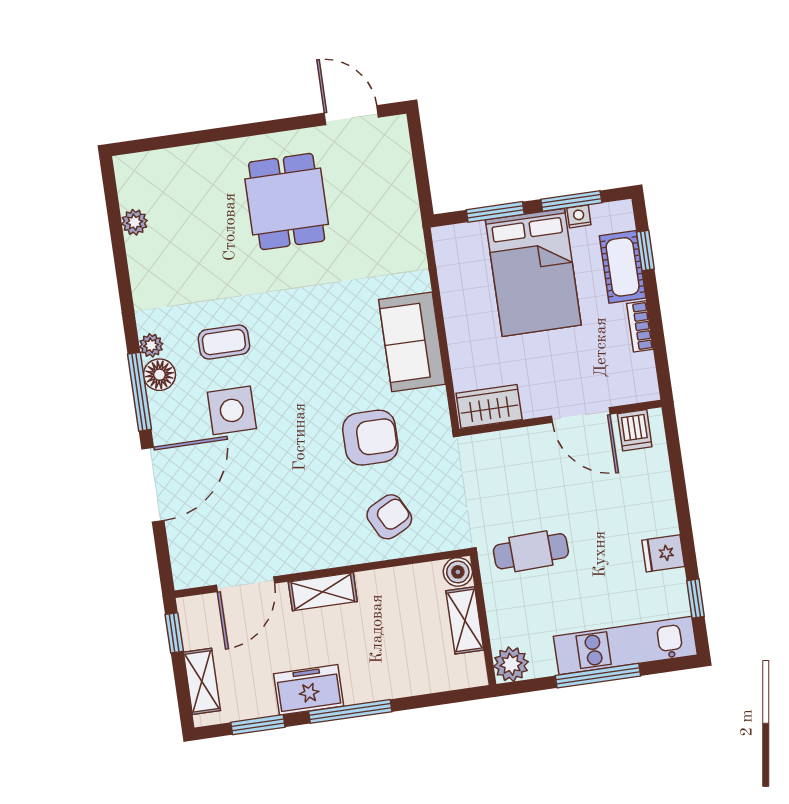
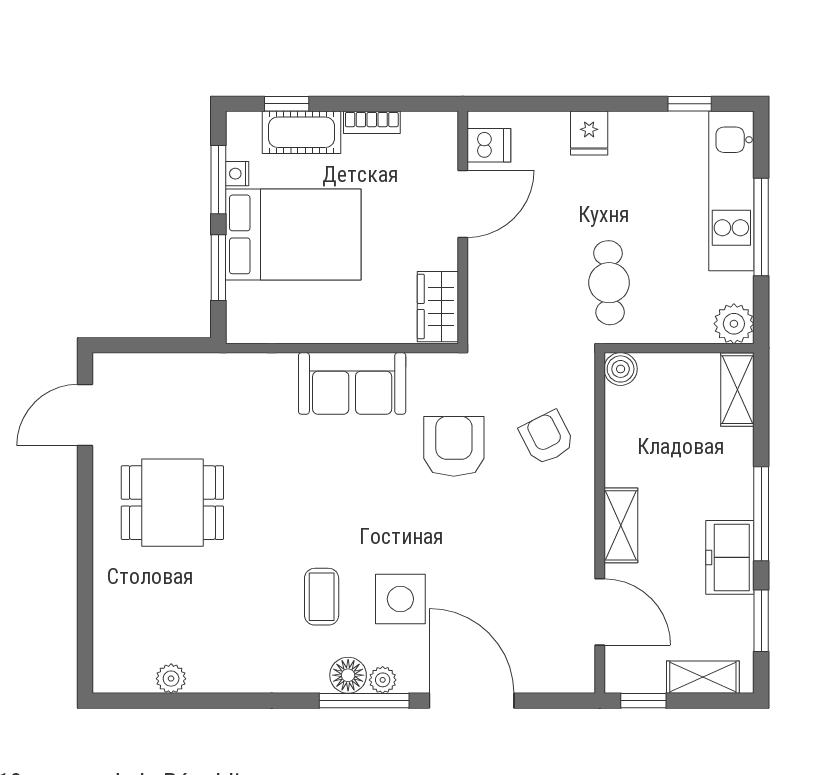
plant: (151, 345) -> (383, 680), moved
fridge: (663, 553) -> (589, 133), moved
shelving: (465, 620) -> (737, 390), moved, turned 90

